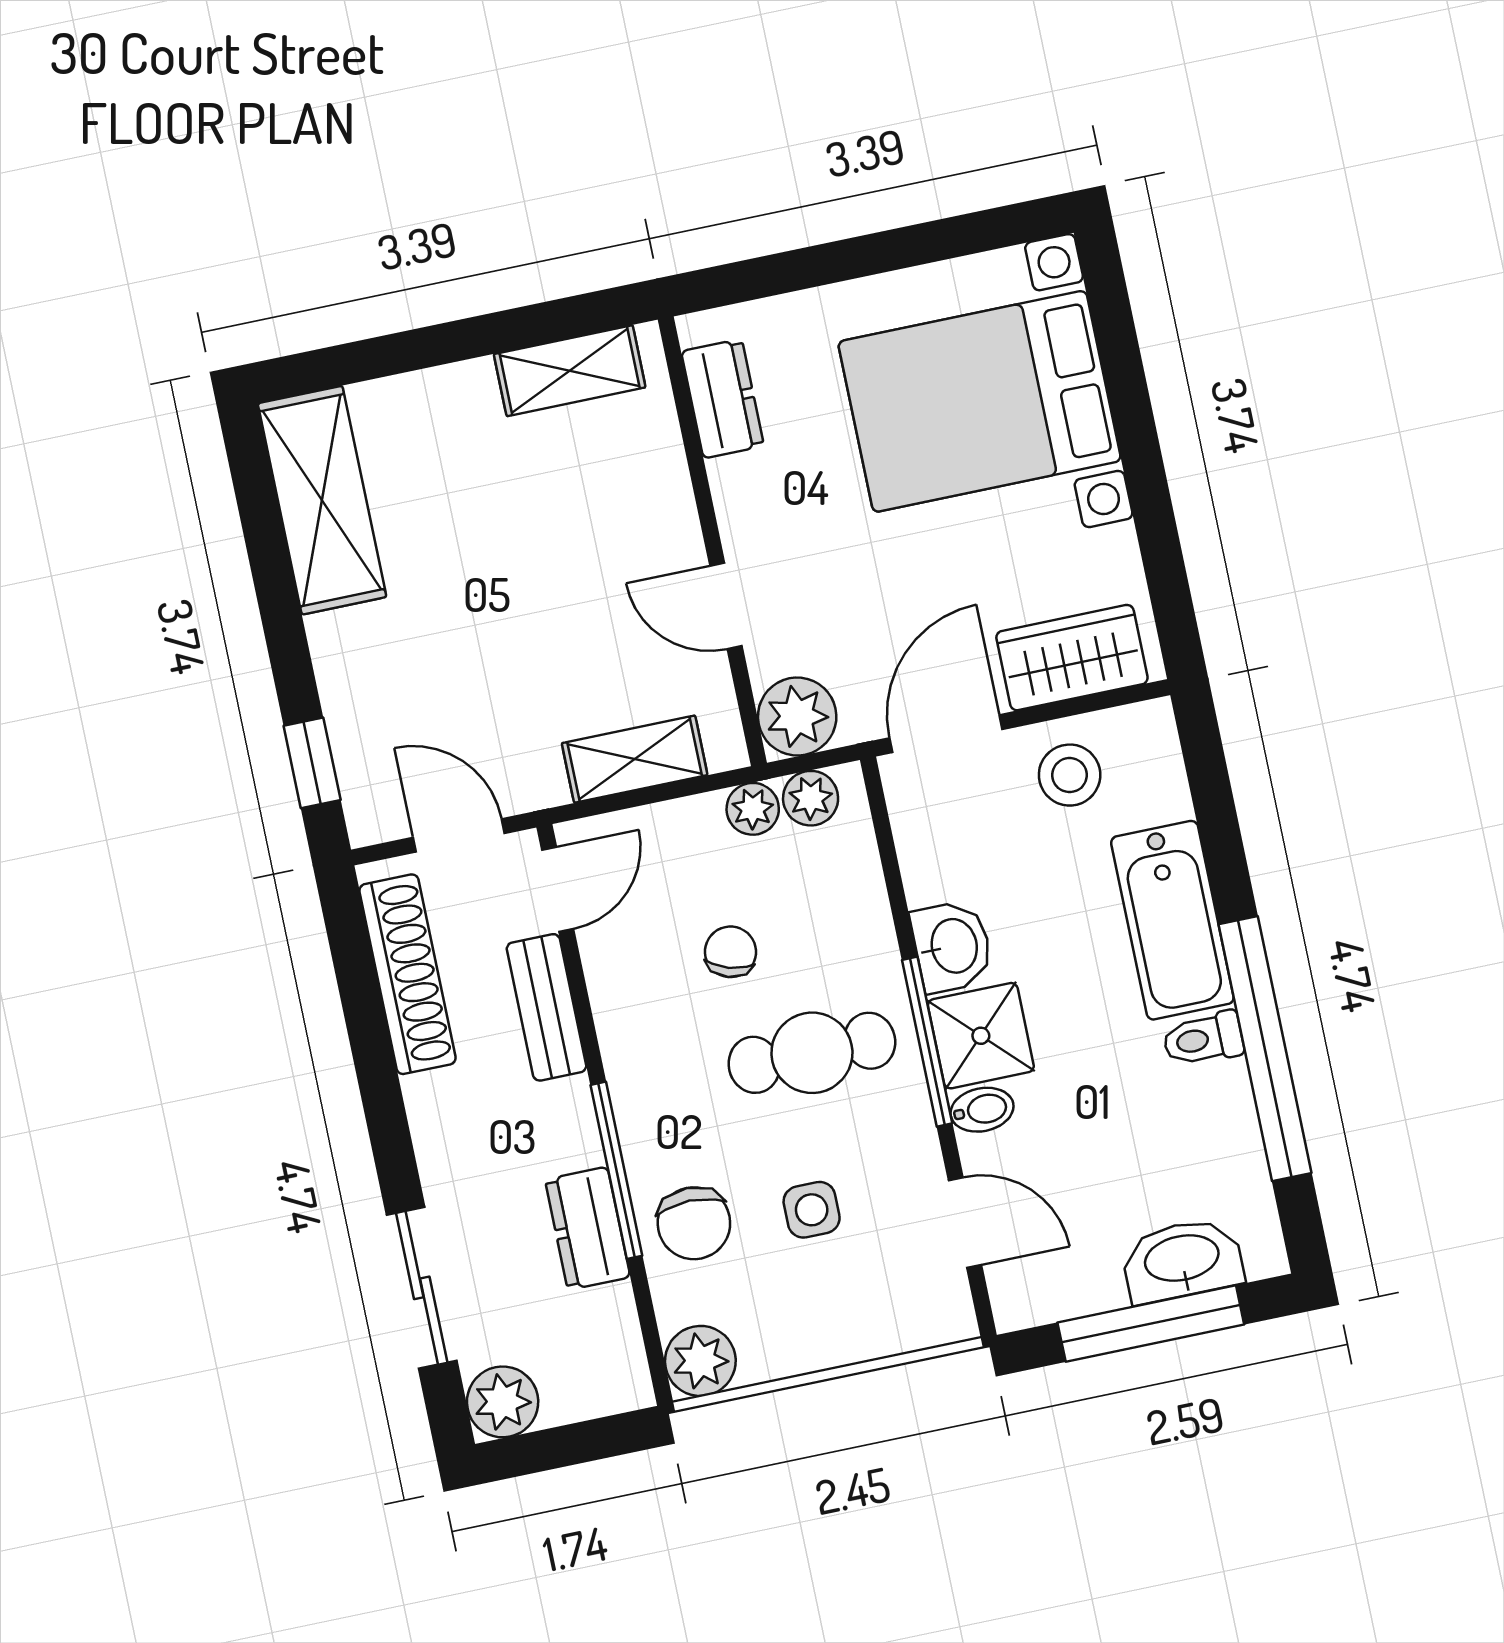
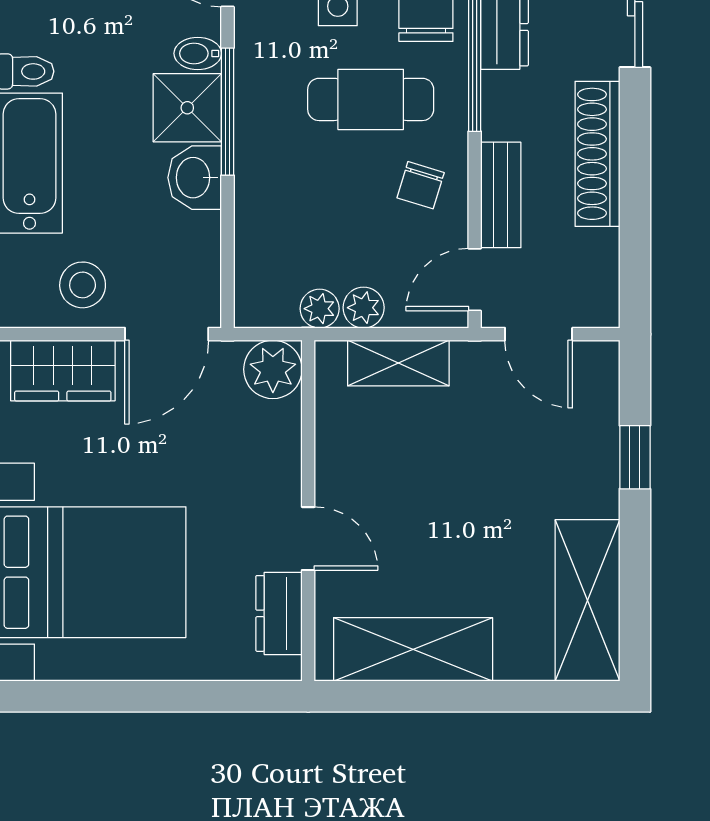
shelving: (570, 371) -> (413, 649), width x1.50, depth x1.33
door: (726, 606) -> (308, 539), moved
window: (312, 763) -> (635, 457), moved
plant: (811, 798) -> (364, 308), moved
chair: (730, 952) -> (421, 185), moved
shoe rack: (408, 974) -> (597, 154), moved
cafe table: (812, 1053) -> (371, 99), moved

